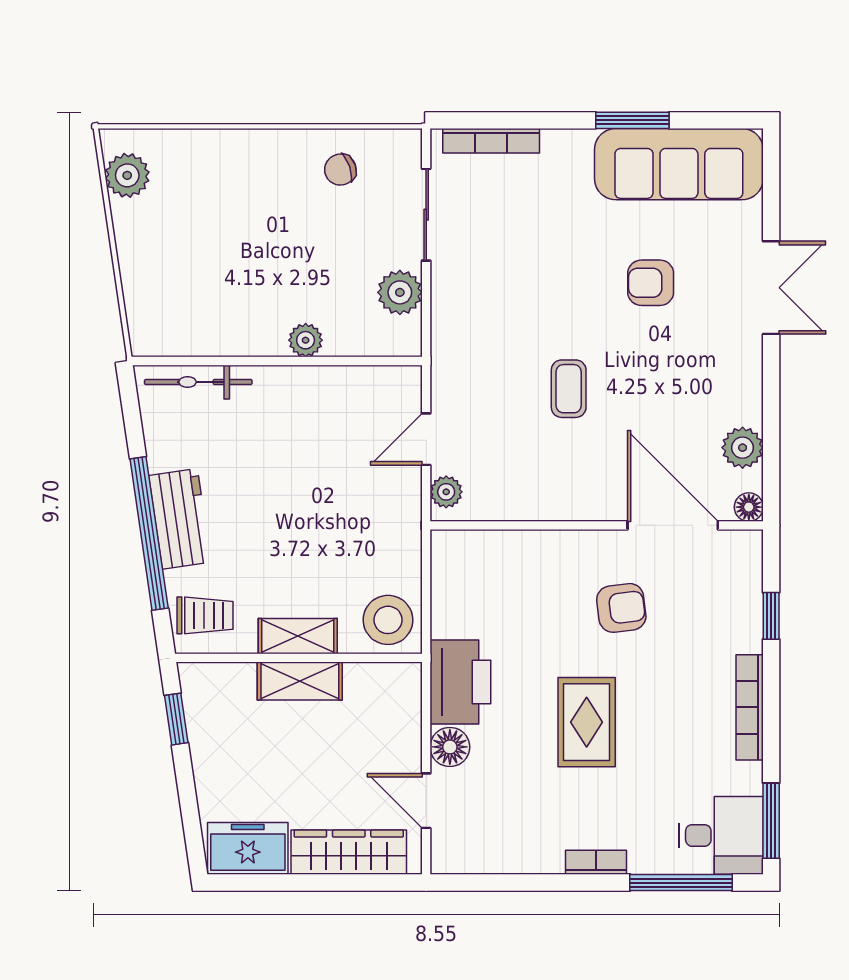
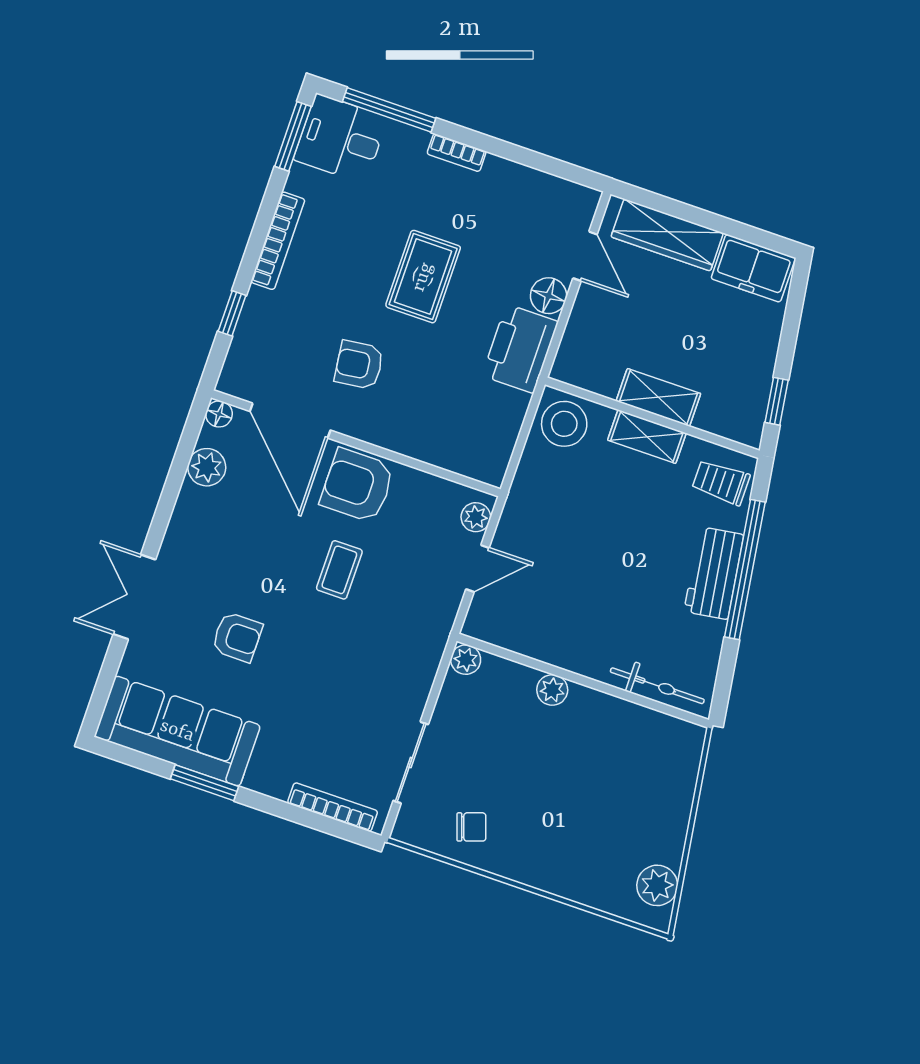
plant: (400, 292) -> (466, 660), moved, width x0.73, depth x0.73
armchair: (580, 482) -> (357, 485), added

